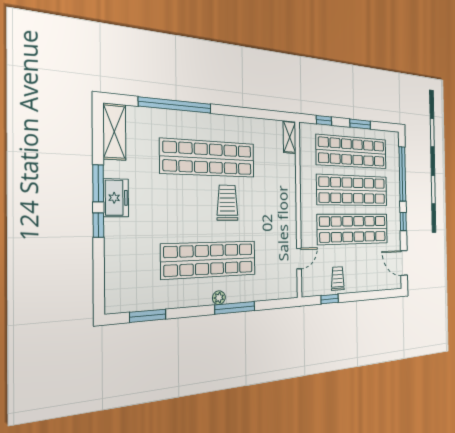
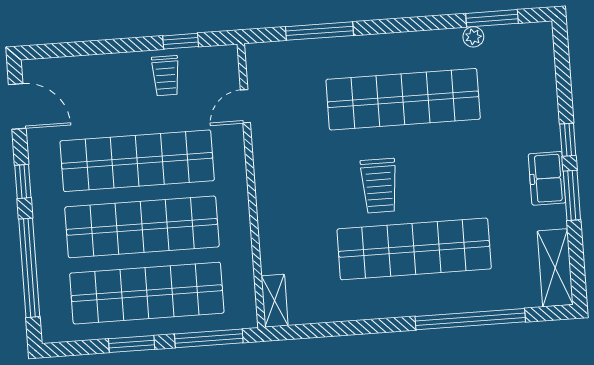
window: (324, 120) -> (209, 338), width x2.17
plant: (219, 298) -> (473, 37), moved
window: (235, 308) -> (320, 31), moved

